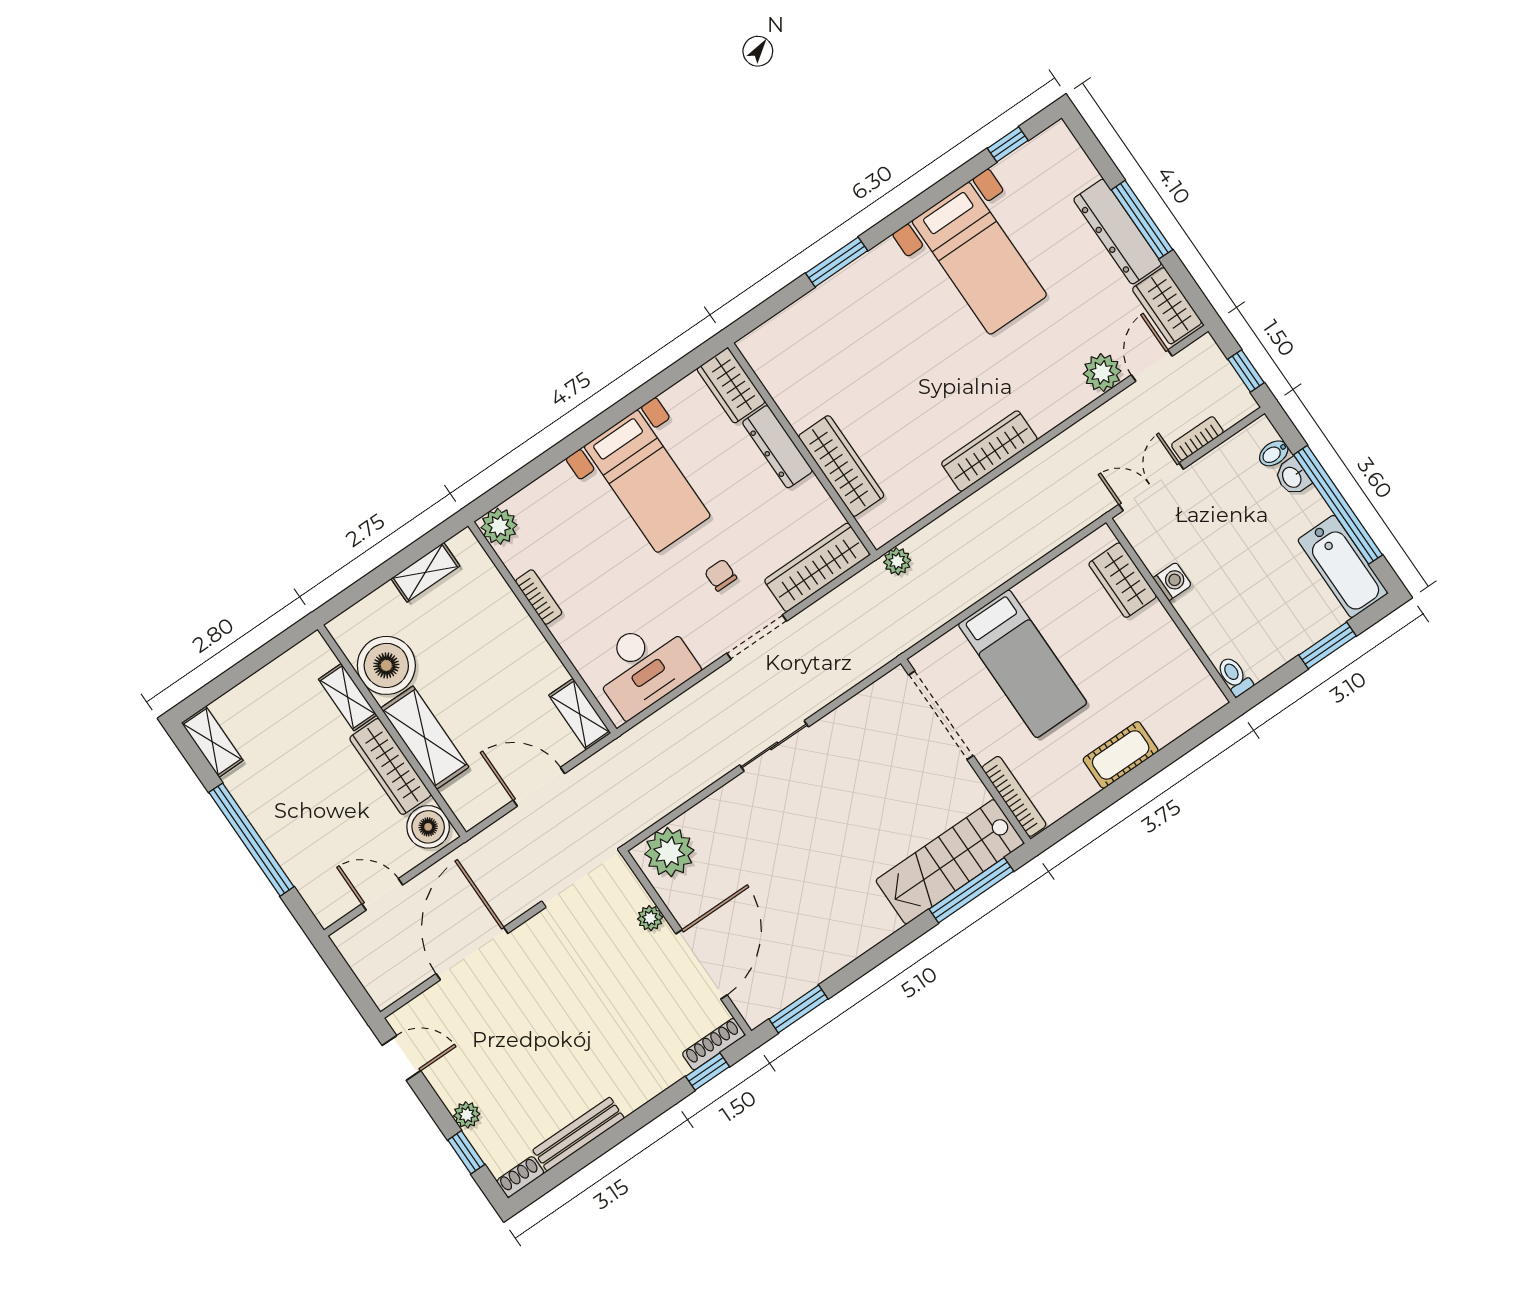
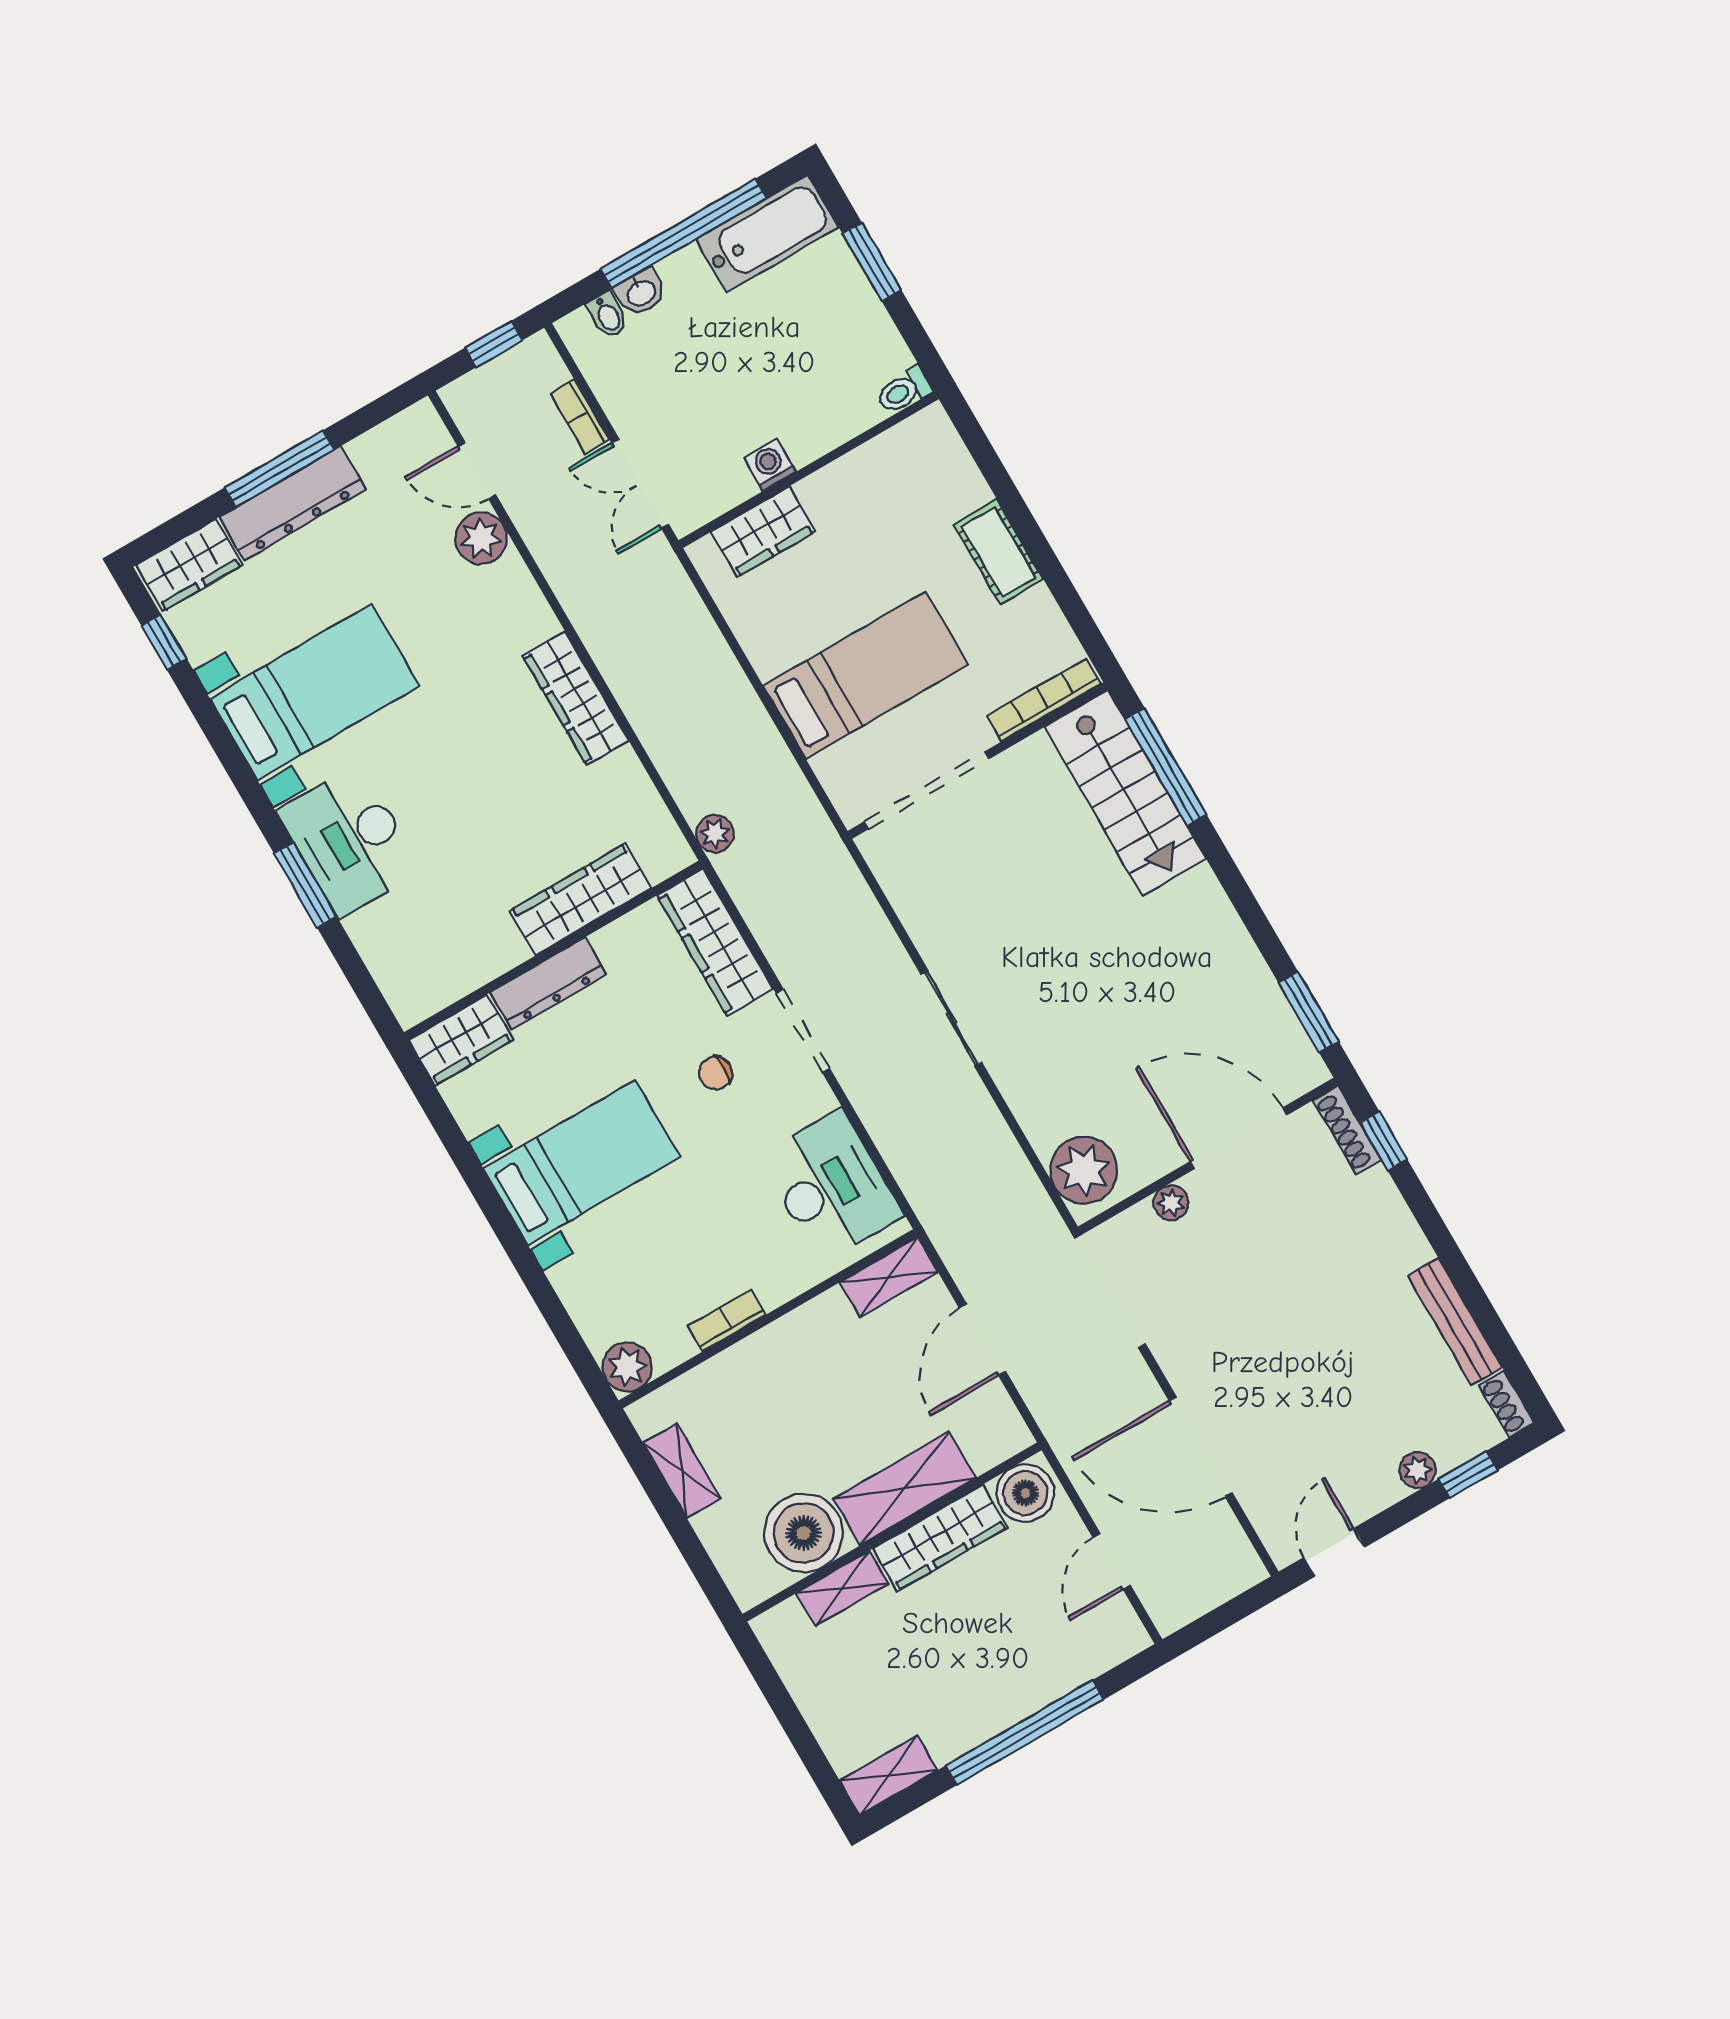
desk: (872, 292) -> (350, 841), added
wardrobe: (1167, 306) -> (189, 565), moved

